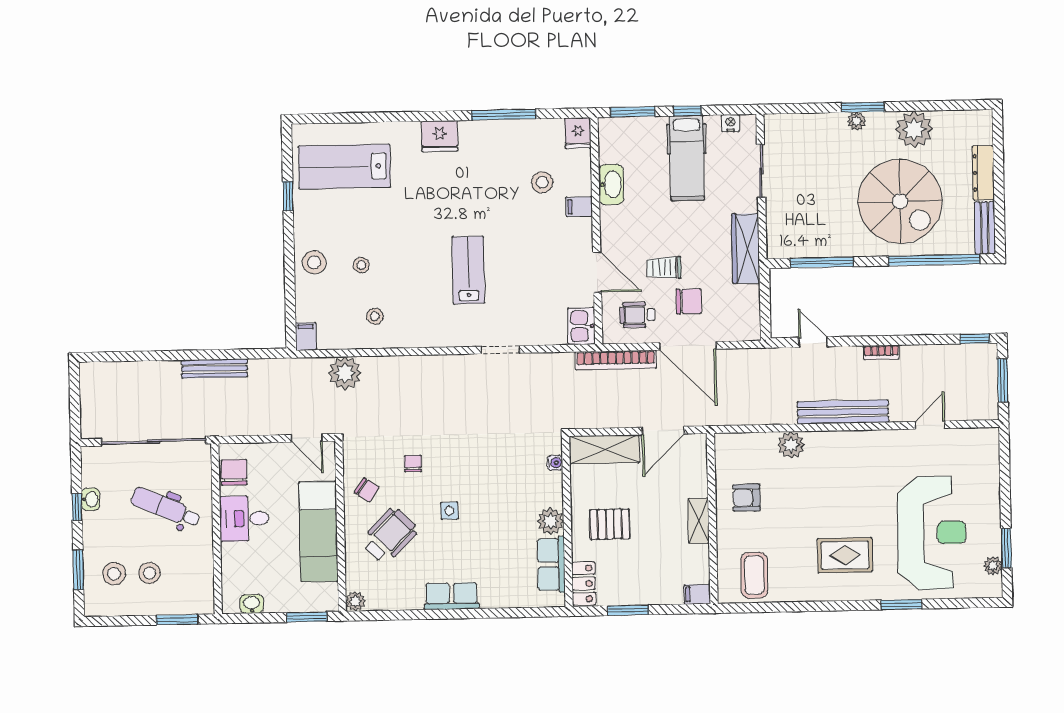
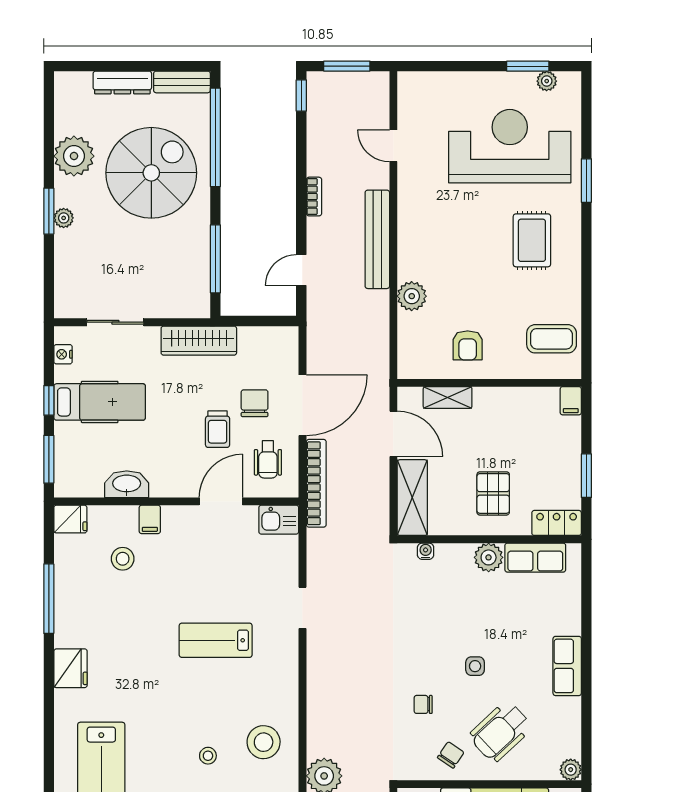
stool: (375, 316) -> (264, 742), width x1.89, depth x1.89
shelving: (699, 521) -> (448, 398), moved
wheelchair: (389, 536) -> (501, 732), turned -88

